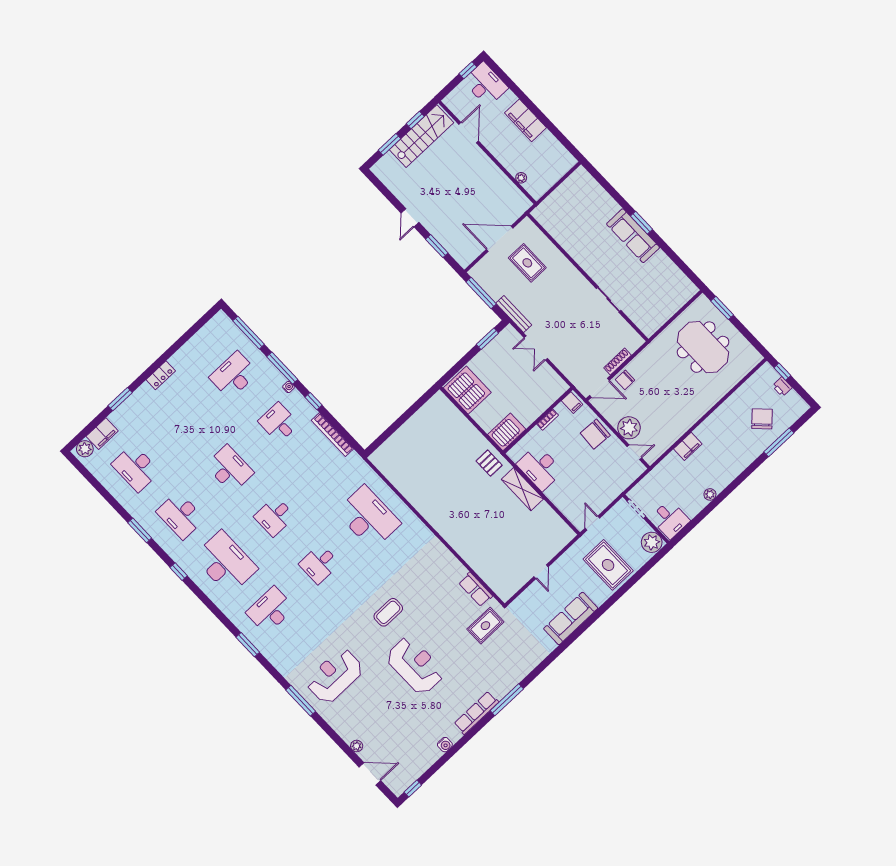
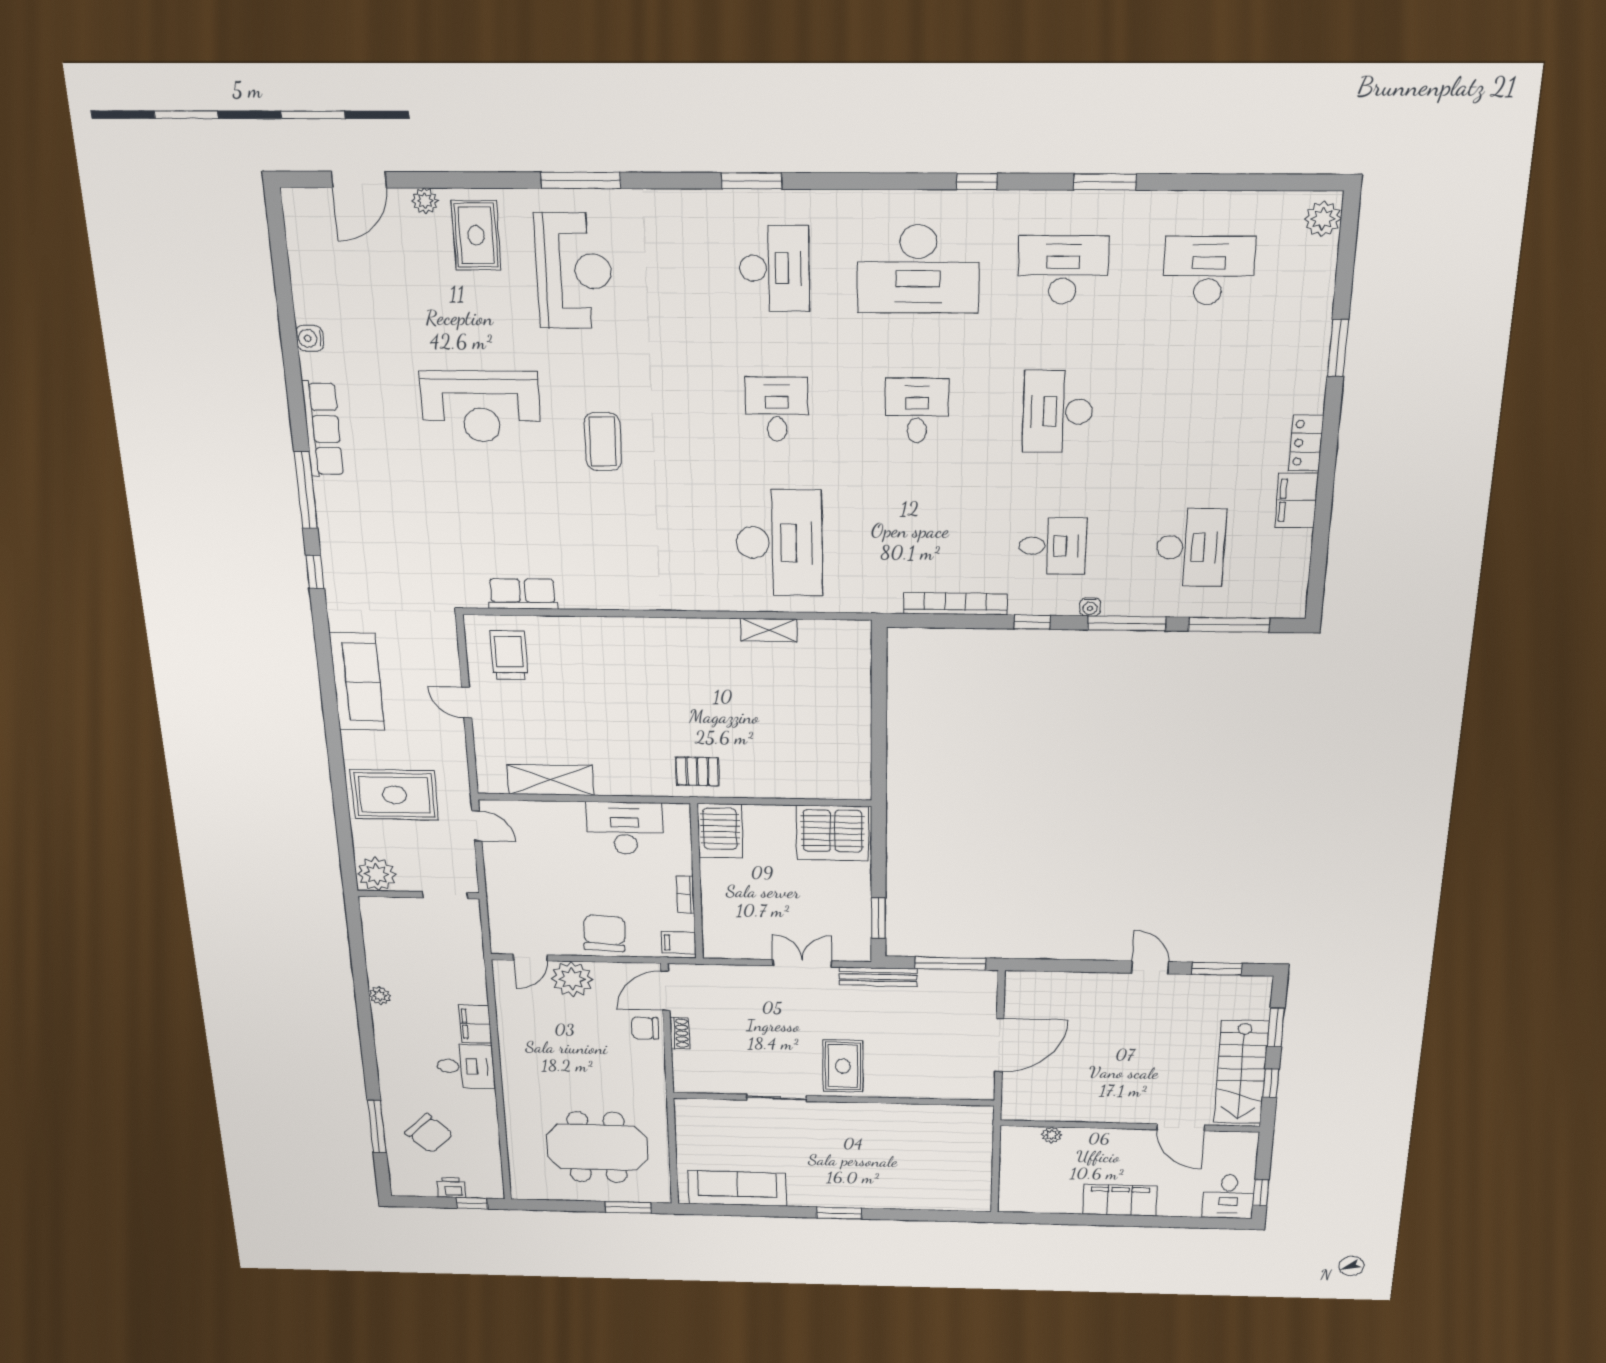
desk: (485, 84) -> (1228, 1196), width x0.73
sofa: (633, 236) -> (737, 1188), moved
window: (437, 246) -> (1217, 969), moved
rug: (527, 263) -> (843, 1066), moved, turned 90
shoe rack: (617, 362) -> (680, 1033), width x0.70
chair: (625, 380) -> (645, 1028), turned -90
filing cabinet: (102, 434) -> (1297, 500), moved
desk: (230, 469) -> (1058, 412), turned 90
shelving: (522, 489) -> (550, 780), moved
shelving: (406, 490) -> (769, 630), added
desk: (368, 518) -> (779, 543), turned -90
desk: (670, 519) -> (466, 1066), moved, turned 180
trolley: (506, 573) -> (509, 655), added
rug: (485, 626) -> (476, 235), moved
window: (413, 789) -> (315, 572), moved

